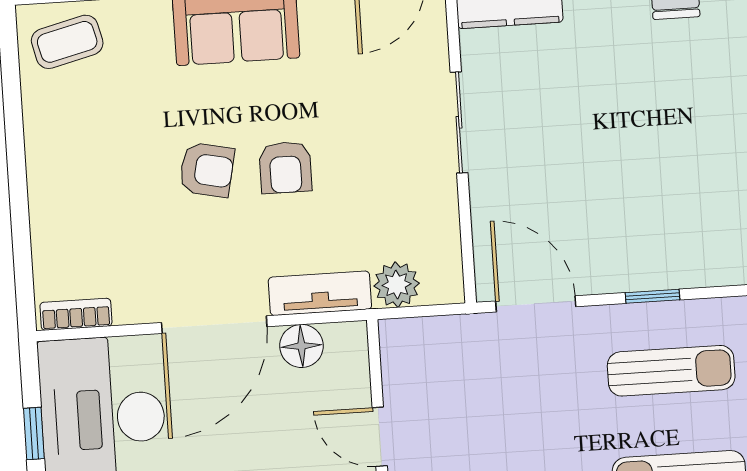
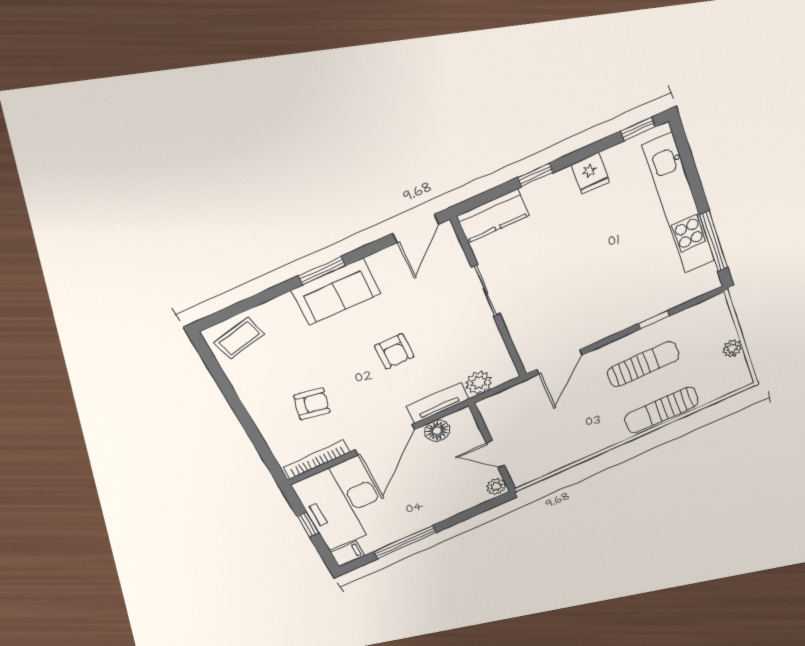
armchair: (207, 170) -> (312, 404), moved
window: (652, 296) -> (654, 320), moved
door: (536, 304) -> (559, 362), swing flipped
bookcase: (76, 314) -> (317, 460), width x1.56

